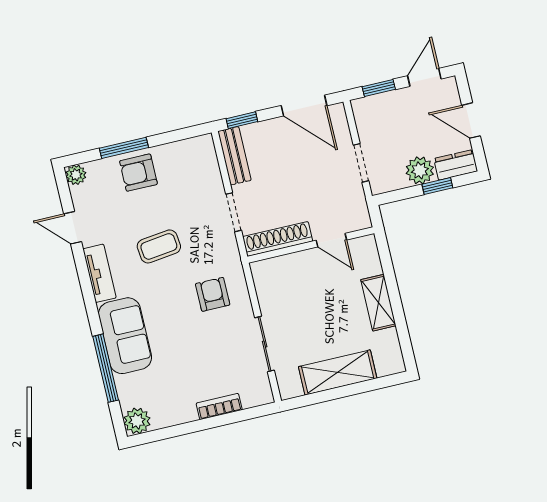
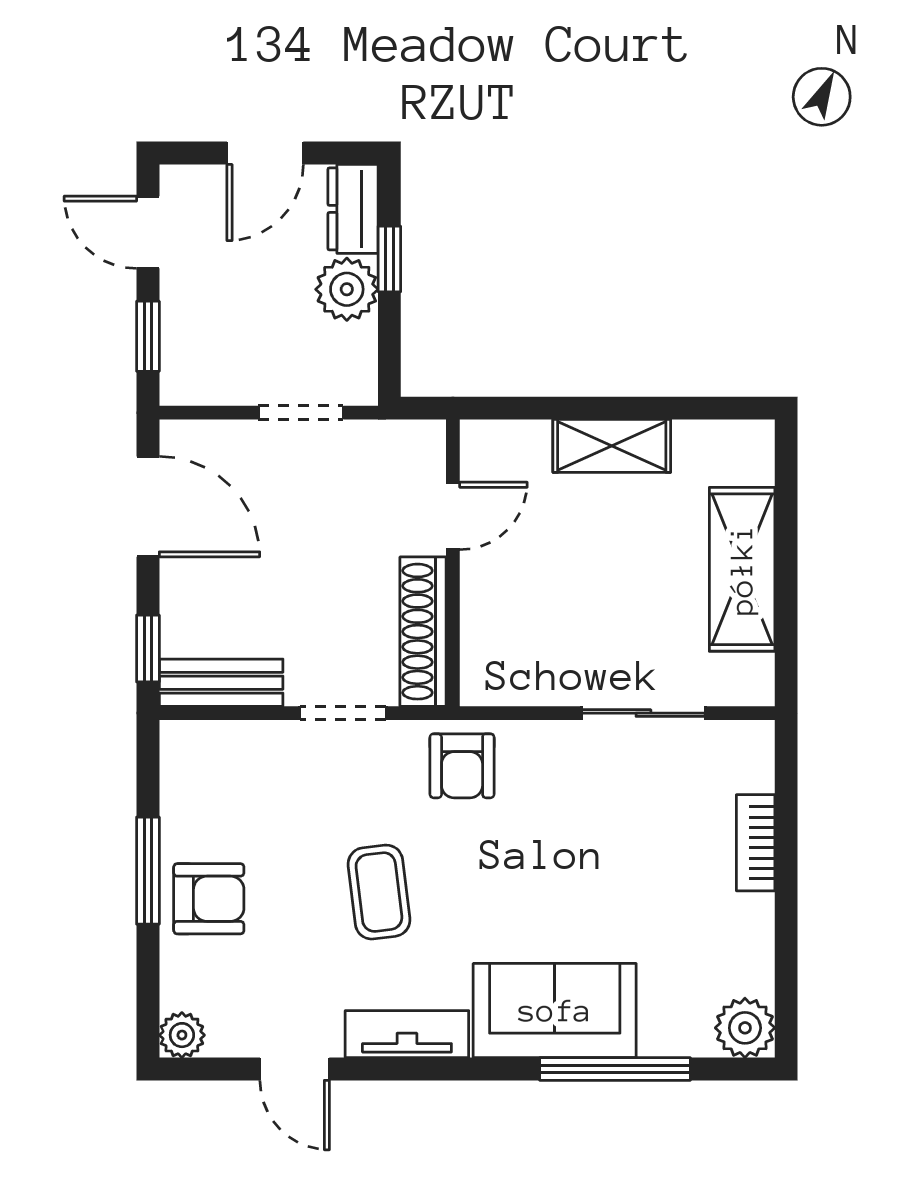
door: (304, 106) -> (148, 507), hinge flipped
window: (124, 148) -> (148, 871), moved
armchair: (138, 173) -> (209, 899), turned -90
door: (73, 228) -> (295, 1069), hinge flipped
armchair: (213, 294) -> (462, 766), moved, turned -90

